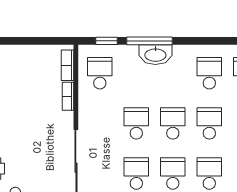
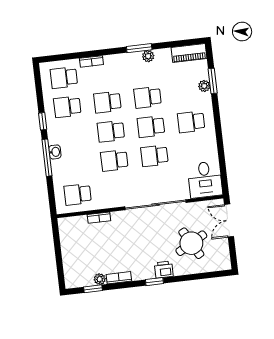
window: (107, 41) -> (43, 121), moved
washbasin: (155, 55) -> (55, 152), width x0.52, depth x0.69
bookcase: (68, 65) -> (74, 221), removed

